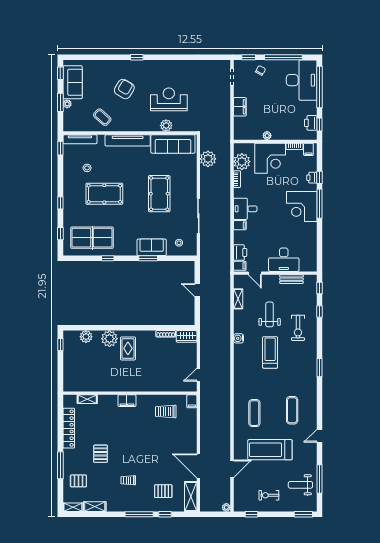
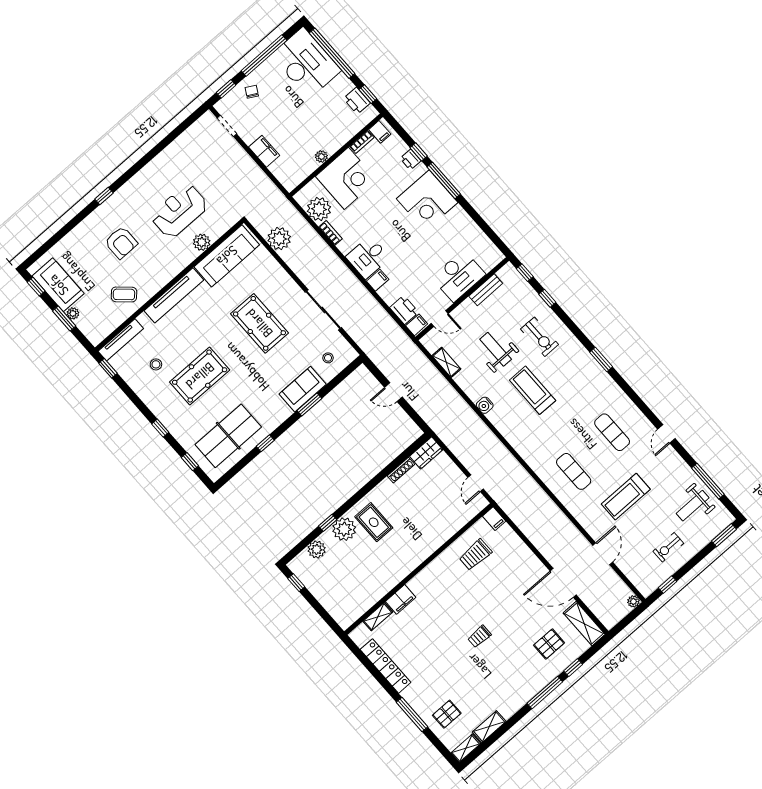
armchair: (124, 89) -> (121, 243), turned 150
window: (104, 328) -> (328, 523), added
filing cabinet: (127, 401) -> (401, 599), moved
treadmill: (270, 450) -> (626, 497), width x0.73, depth x0.73
pallet: (101, 454) -> (445, 663), removed
trolley: (128, 480) -> (479, 637), moved

